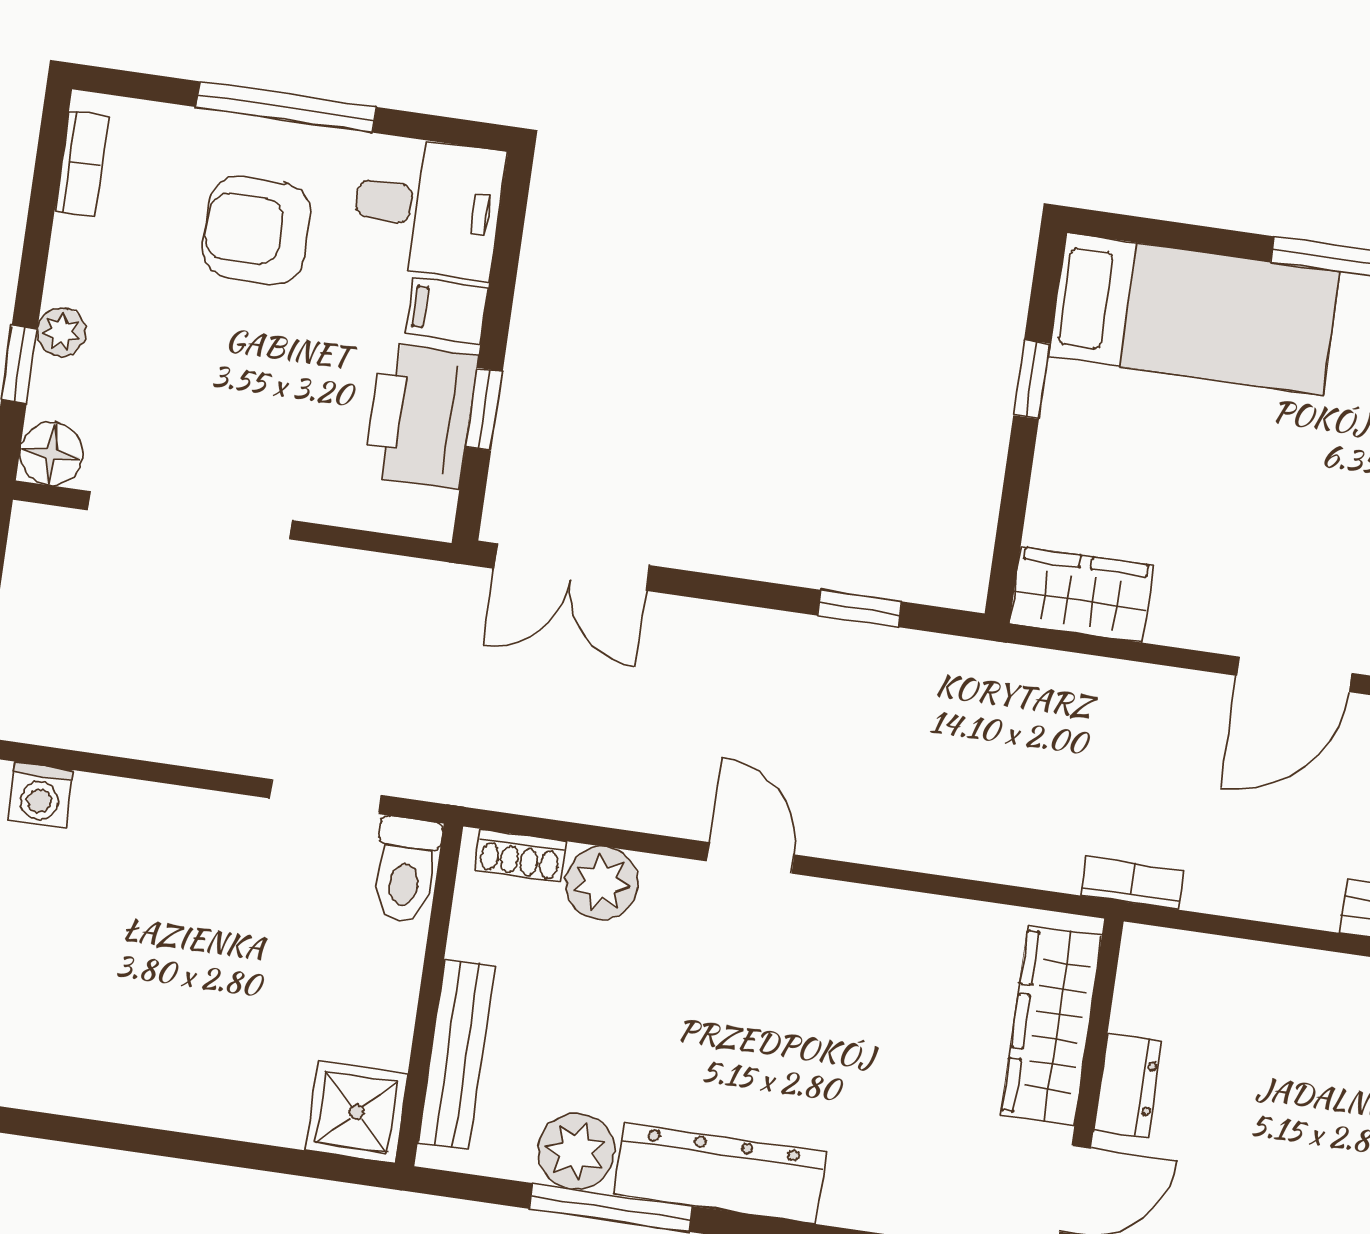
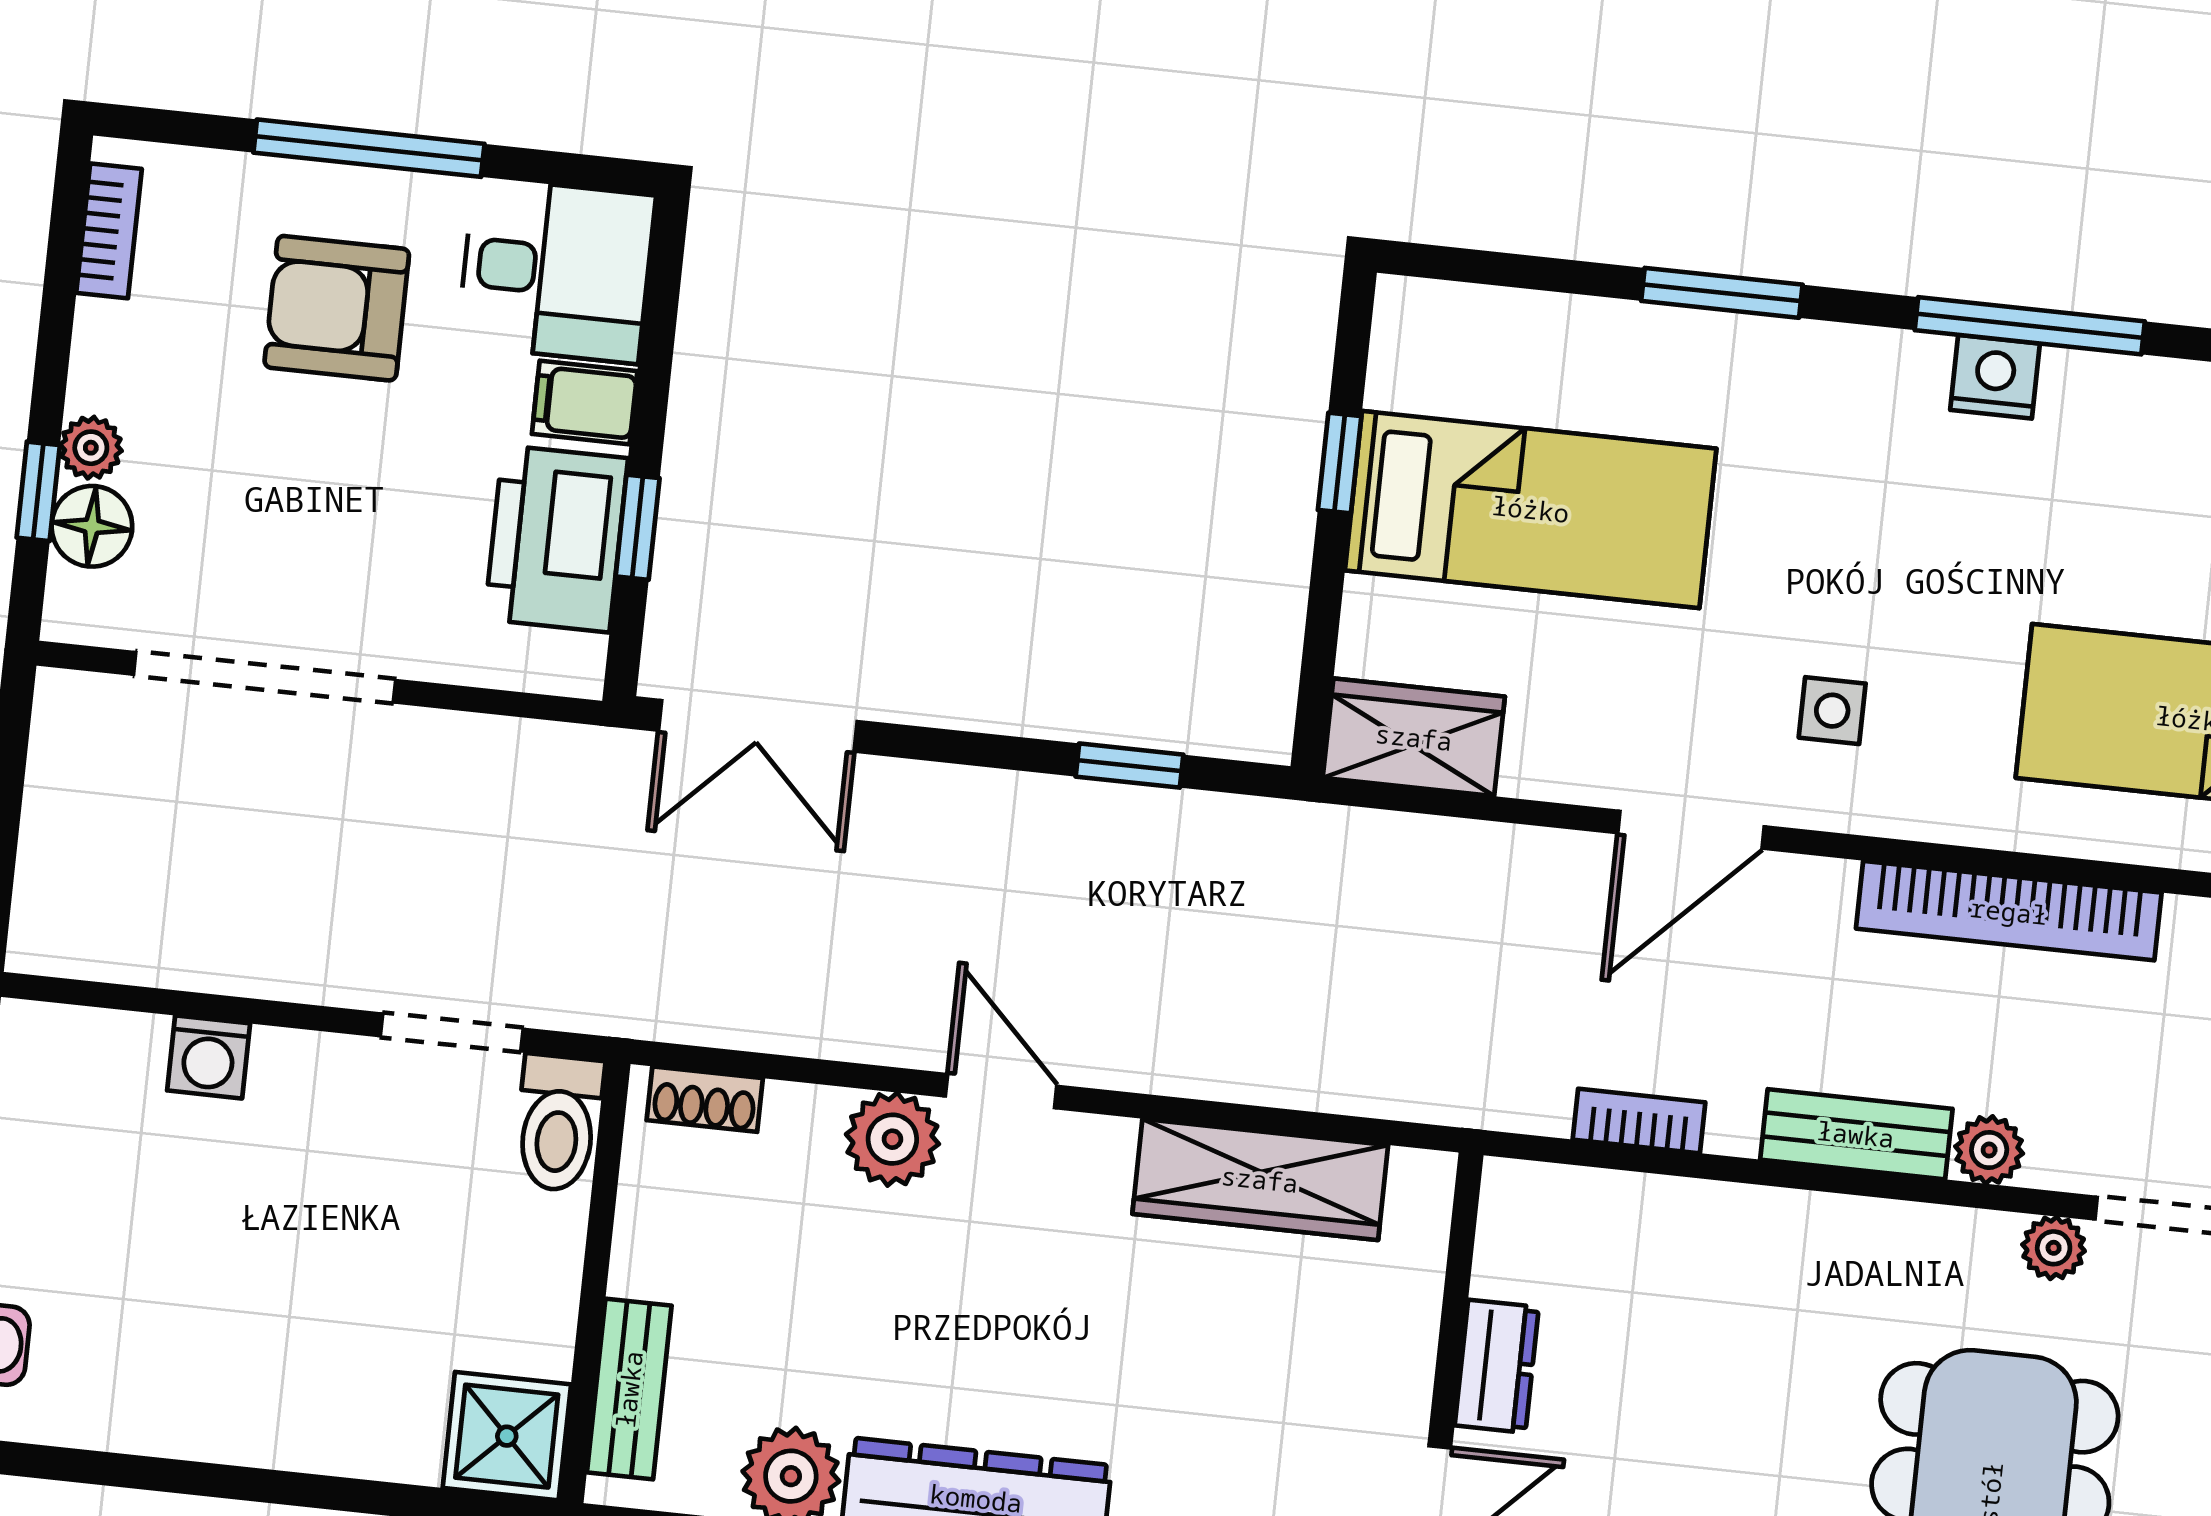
bed: (1194, 314) -> (1531, 509), moved
floor lamp: (51, 454) -> (92, 526), moved
washing machine: (40, 795) -> (209, 1057), moved
plant: (602, 883) -> (892, 1139), moved
bookcase: (1132, 883) -> (1639, 1121), moved
wardrobe: (1051, 1026) -> (1260, 1179), moved, turned -90
bench: (457, 1054) -> (629, 1389), width x0.73

